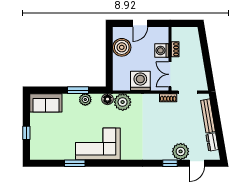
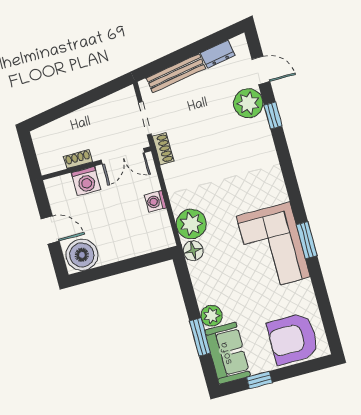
boiler: (122, 47) -> (82, 255), moved
washing machine: (140, 81) -> (155, 201), width x0.53, depth x0.53
window: (78, 90) -> (200, 337), moved
plant: (85, 100) -> (211, 316), moved
window: (26, 133) -> (259, 380), moved
armchair: (44, 141) -> (293, 339), added
window: (75, 163) -> (307, 240), moved

